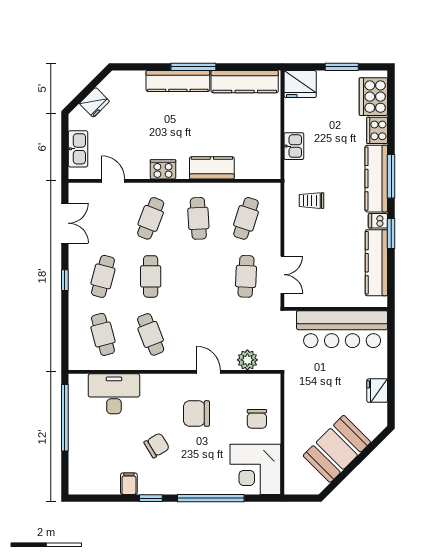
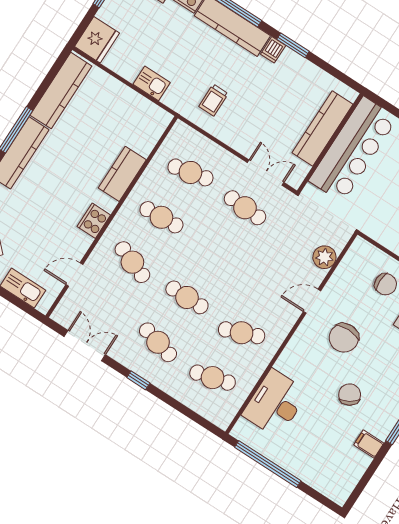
cafe table: (246, 218) -> (190, 172), turned -30
kitchen counter: (376, 263) -> (323, 128), moved, turned 90

